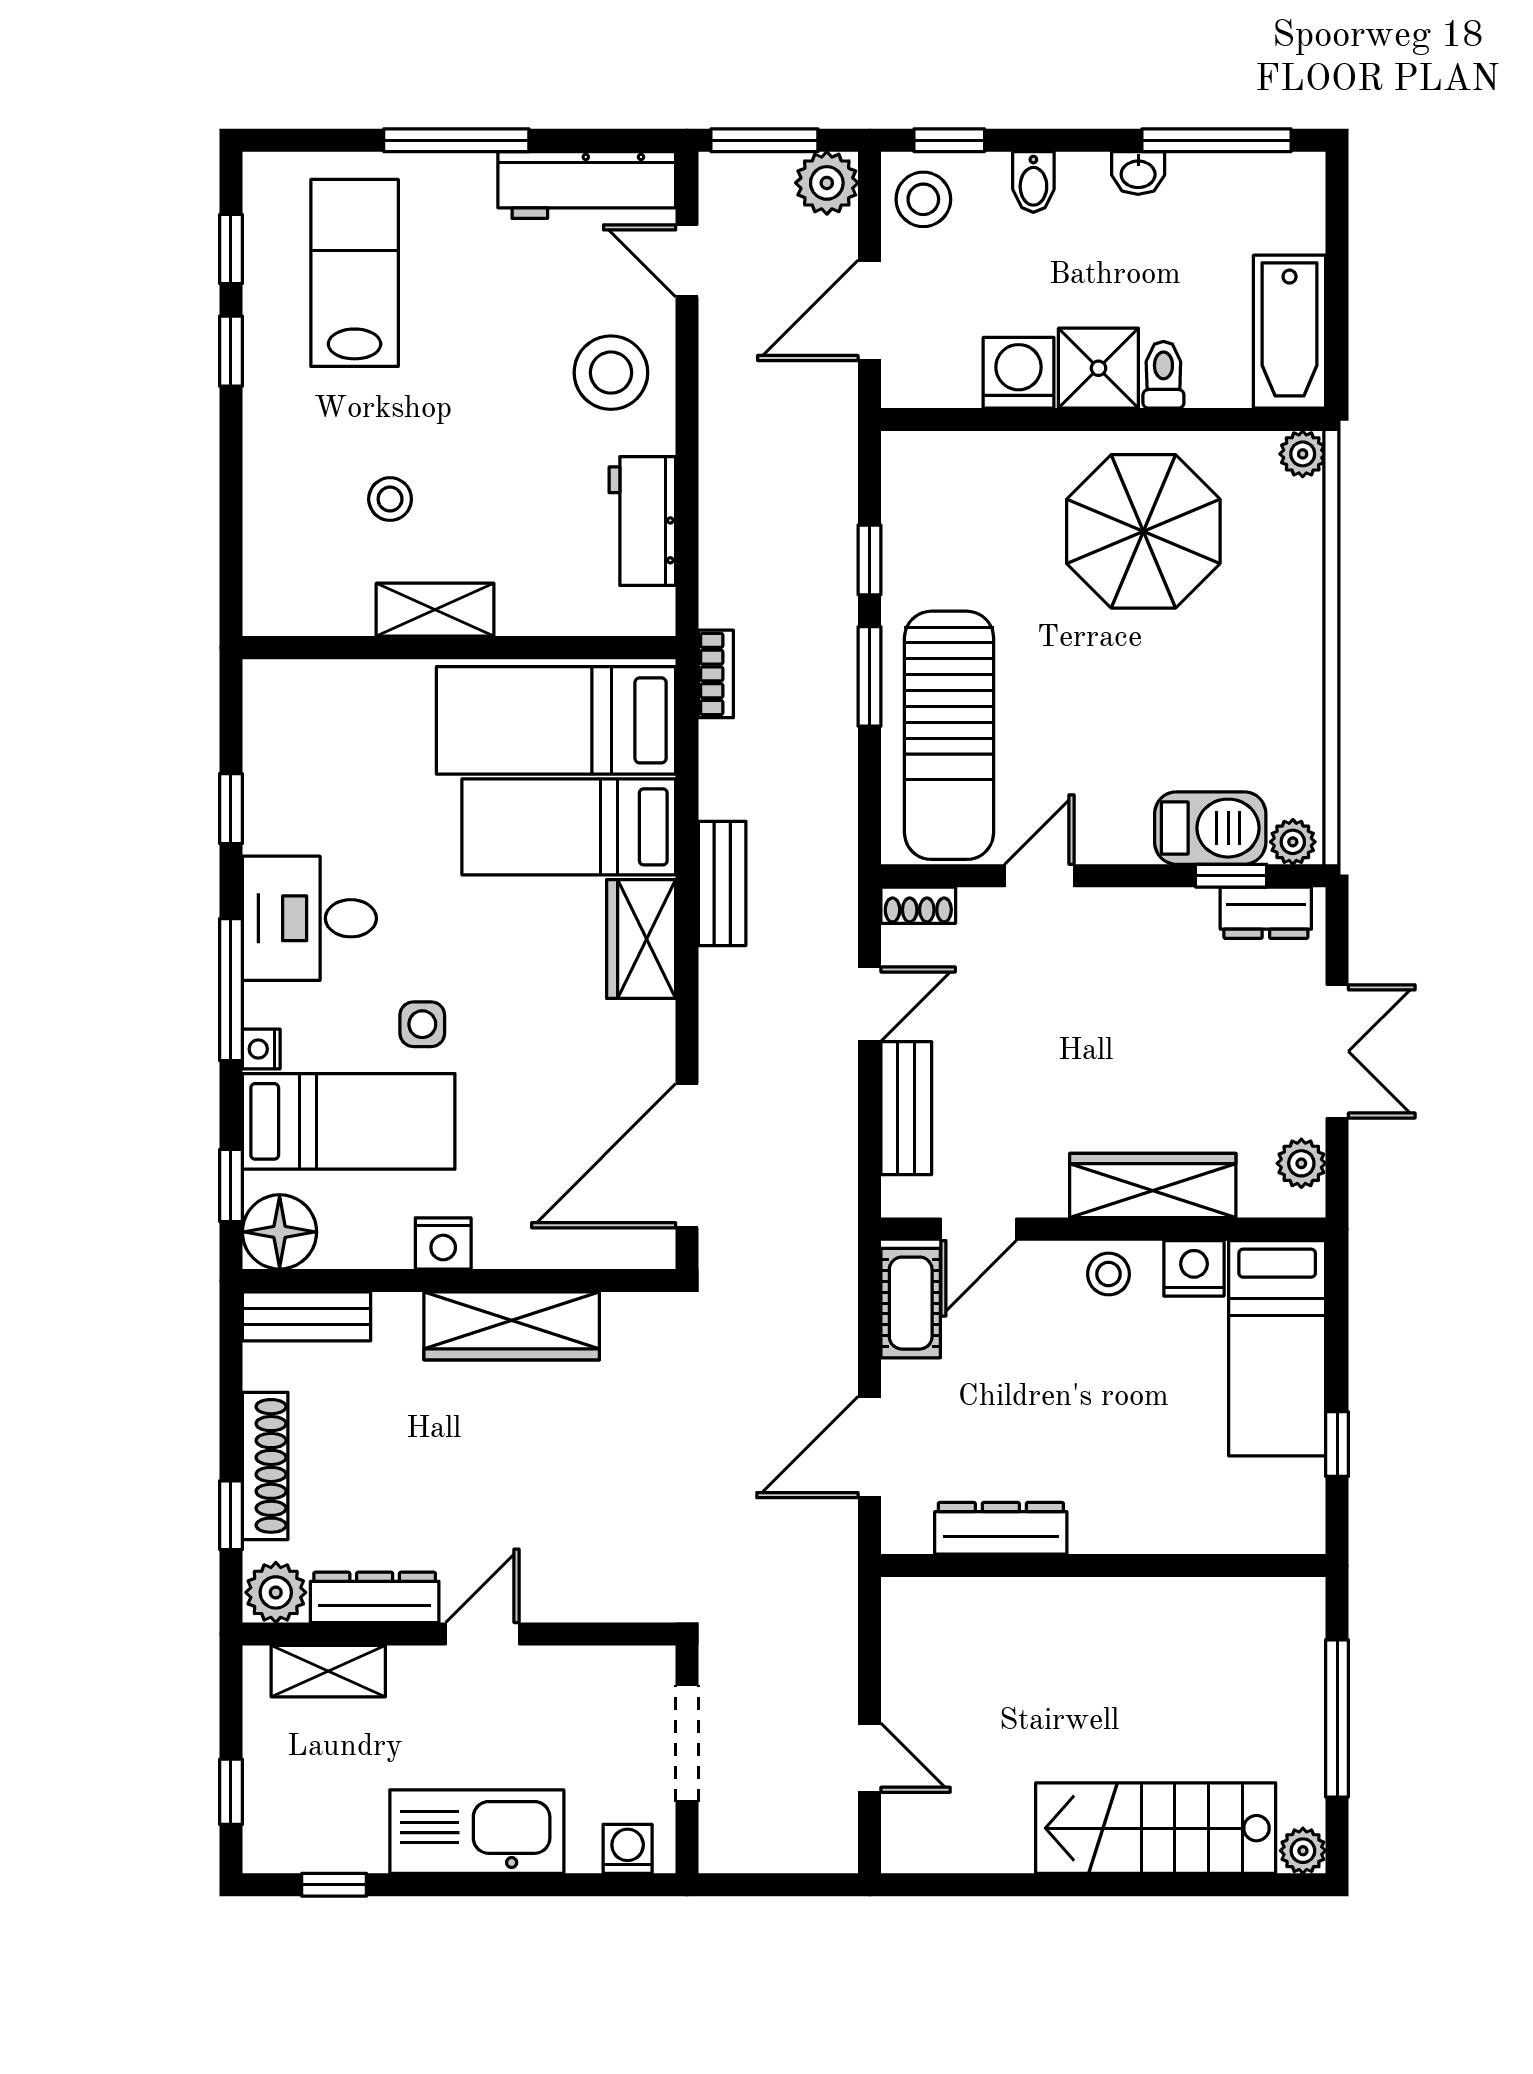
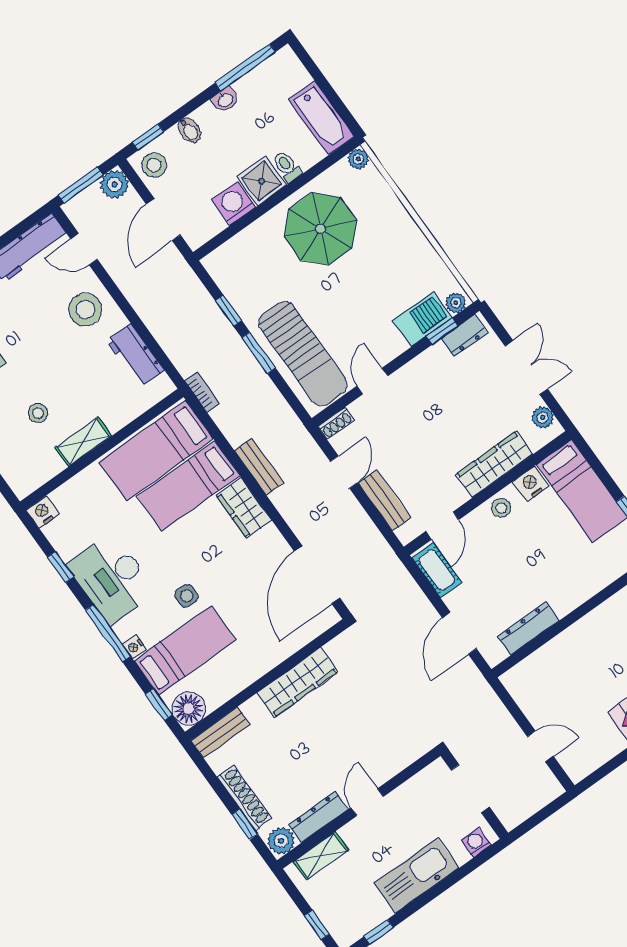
desk: (309, 918) -> (112, 578), width x1.37
nightstand: (443, 1243) -> (43, 512), moved, turned 180

